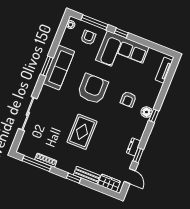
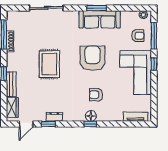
armchair: (93, 89) -> (92, 58), turned -90
rug: (82, 132) -> (49, 64), turned 90

